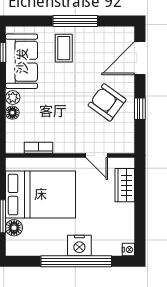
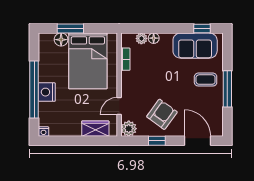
plant: (13, 97) -> (141, 38), moved
plant: (125, 144) -> (129, 129), added

